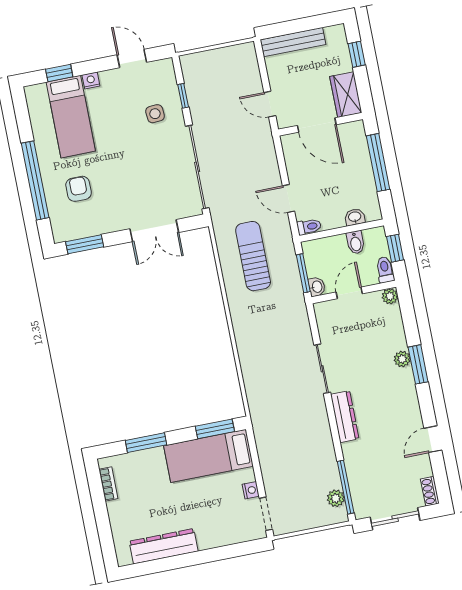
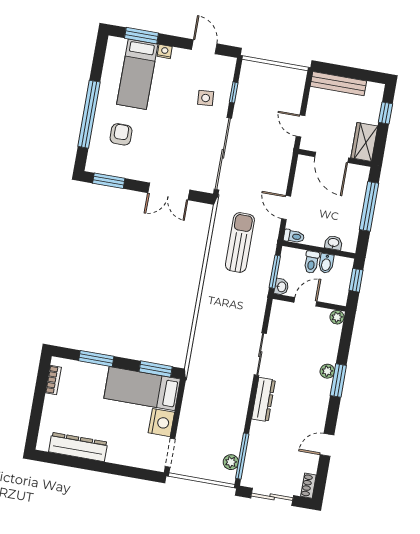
window: (59, 73) -> (142, 36), width x1.50
toilet: (385, 270) -> (312, 262), moved, turned 180
nightstand: (251, 490) -> (161, 423), width x1.89, depth x1.79

